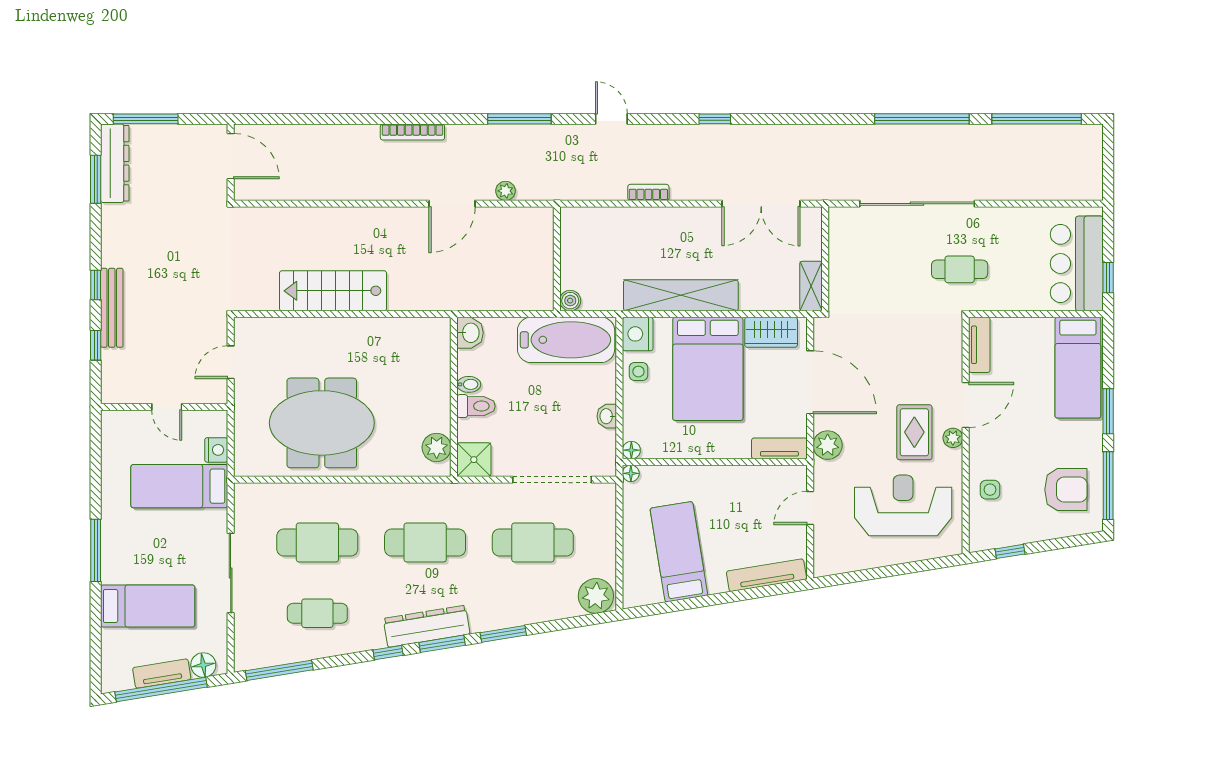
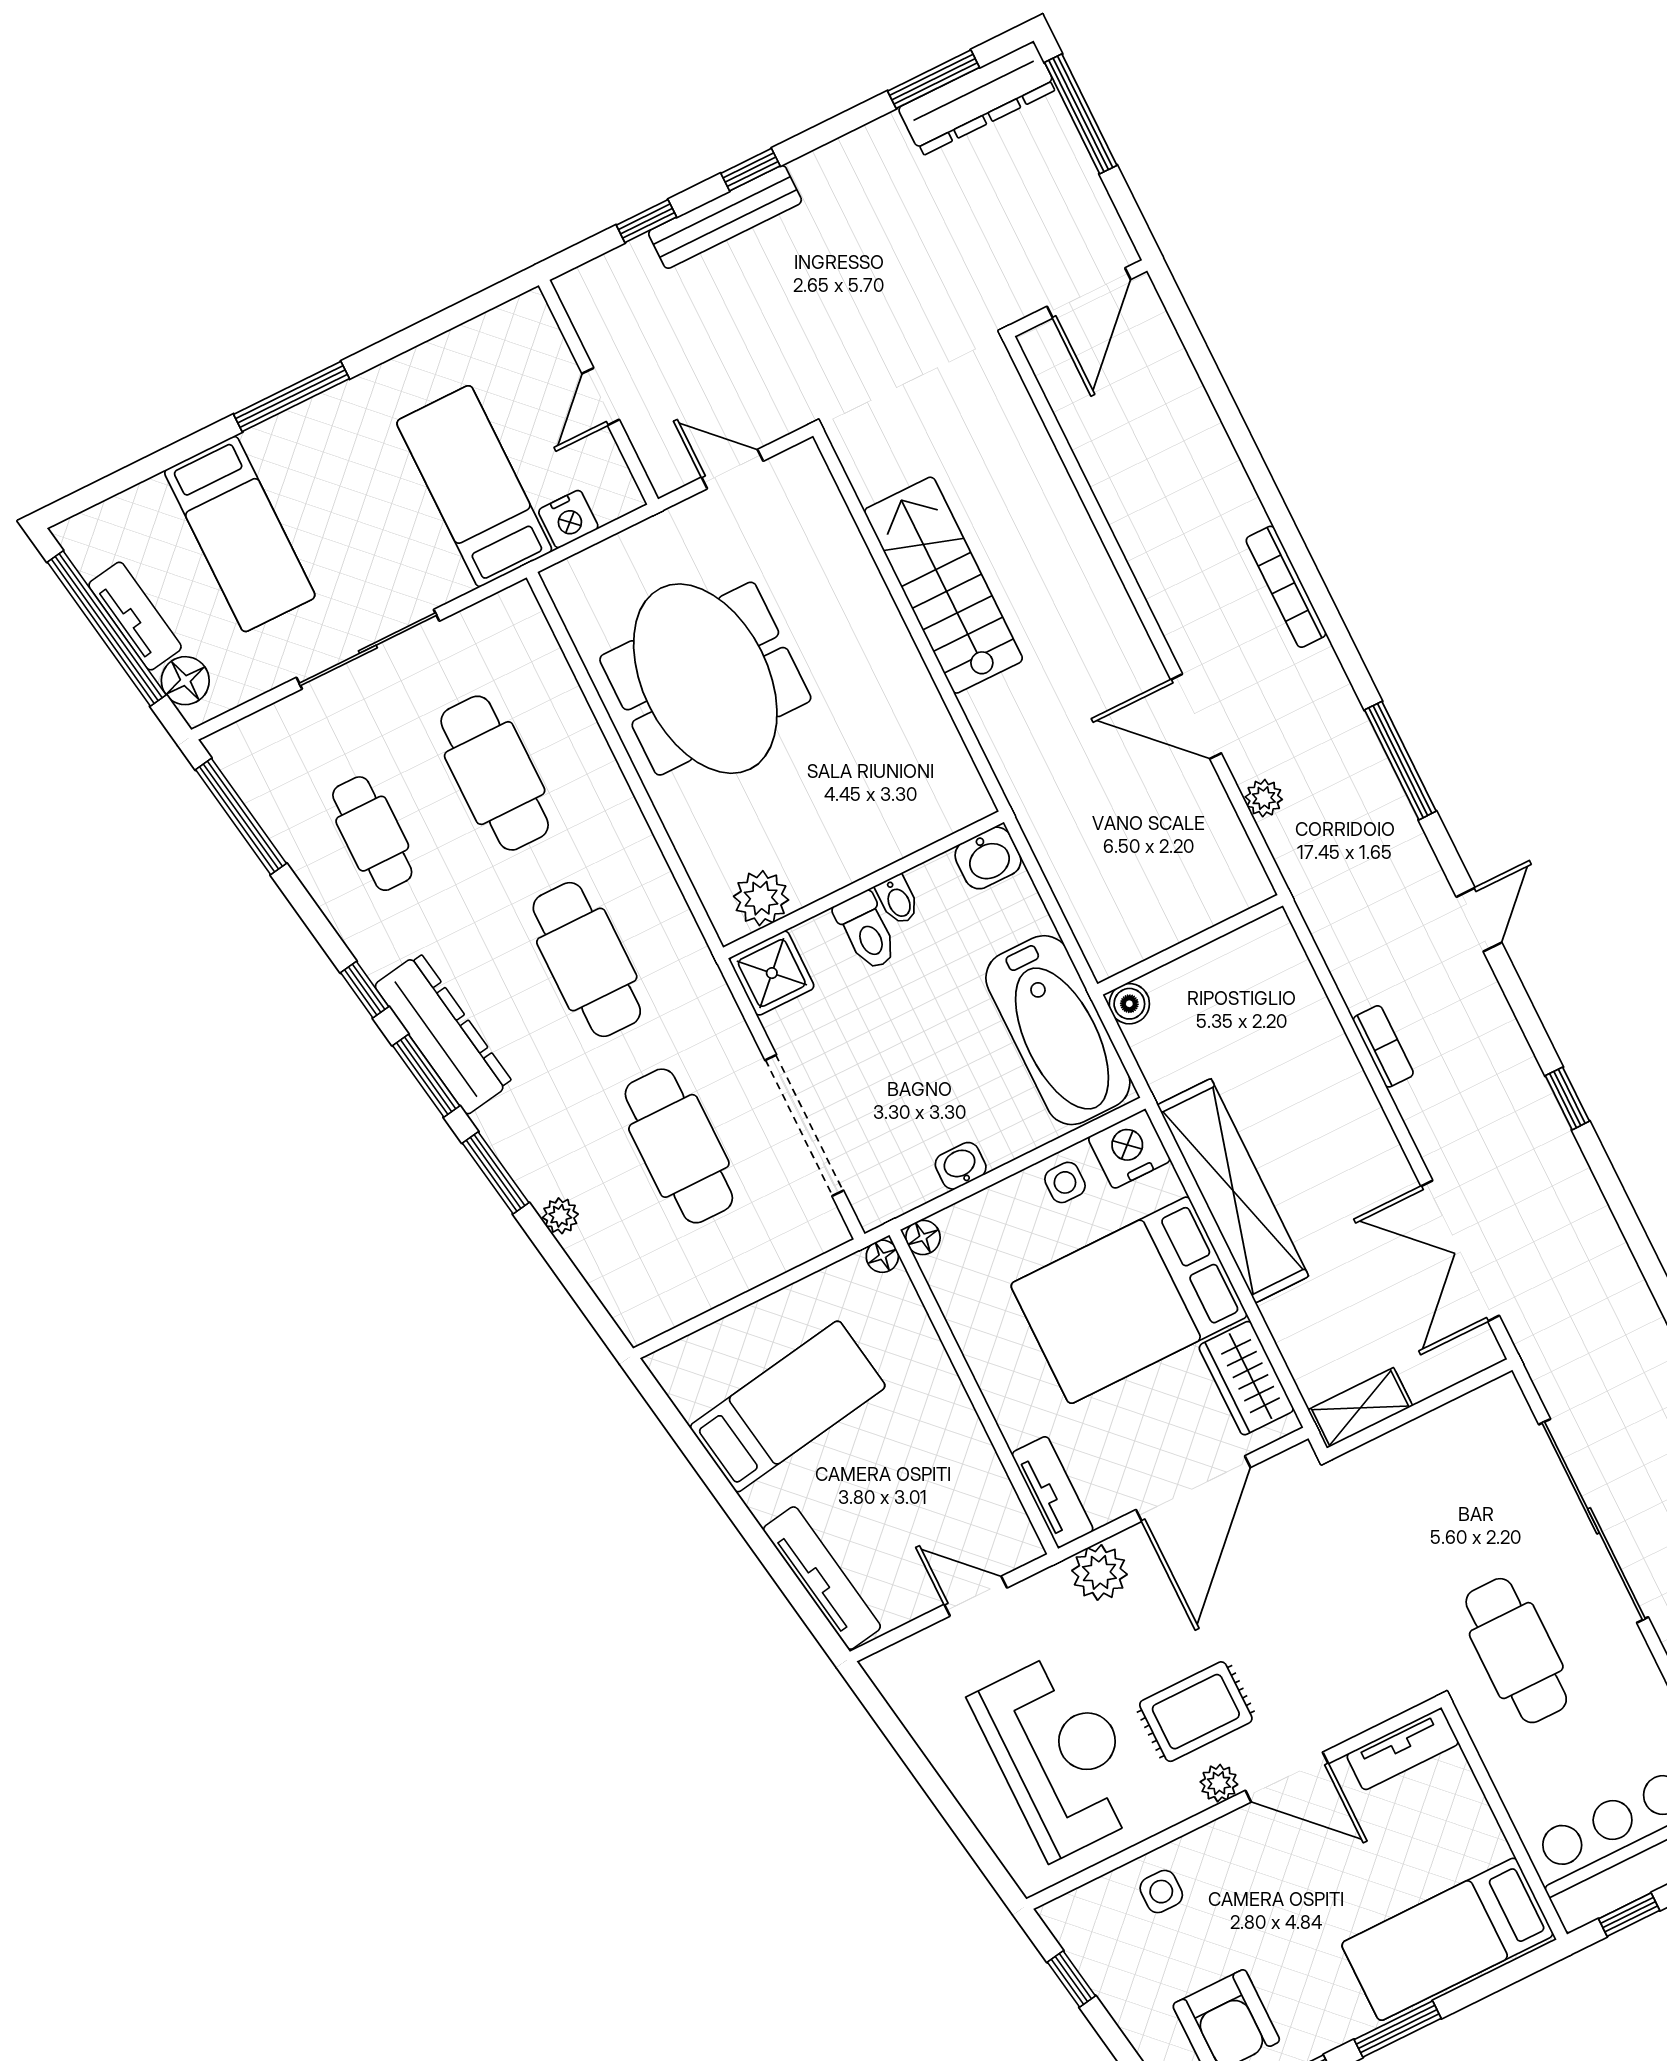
cafe table: (960, 269) -> (1516, 1651), width x1.37, depth x1.35
plant: (596, 596) -> (560, 1216), moved, width x0.53, depth x0.53

